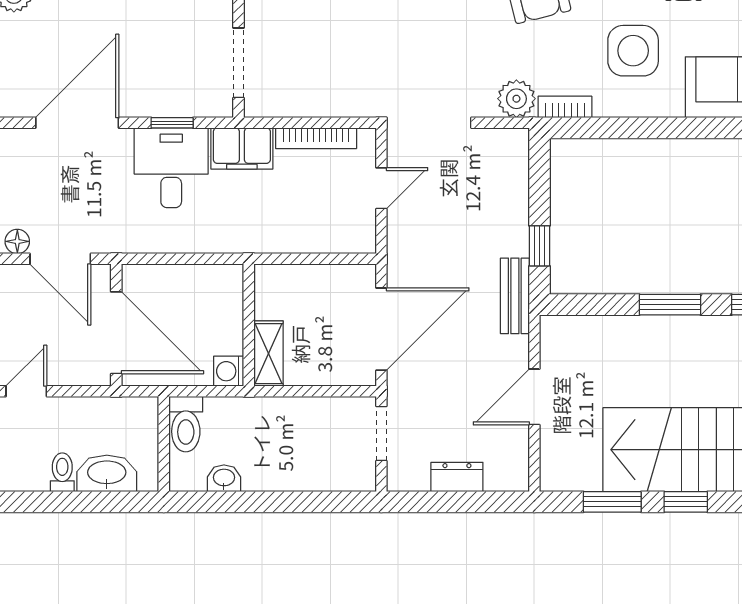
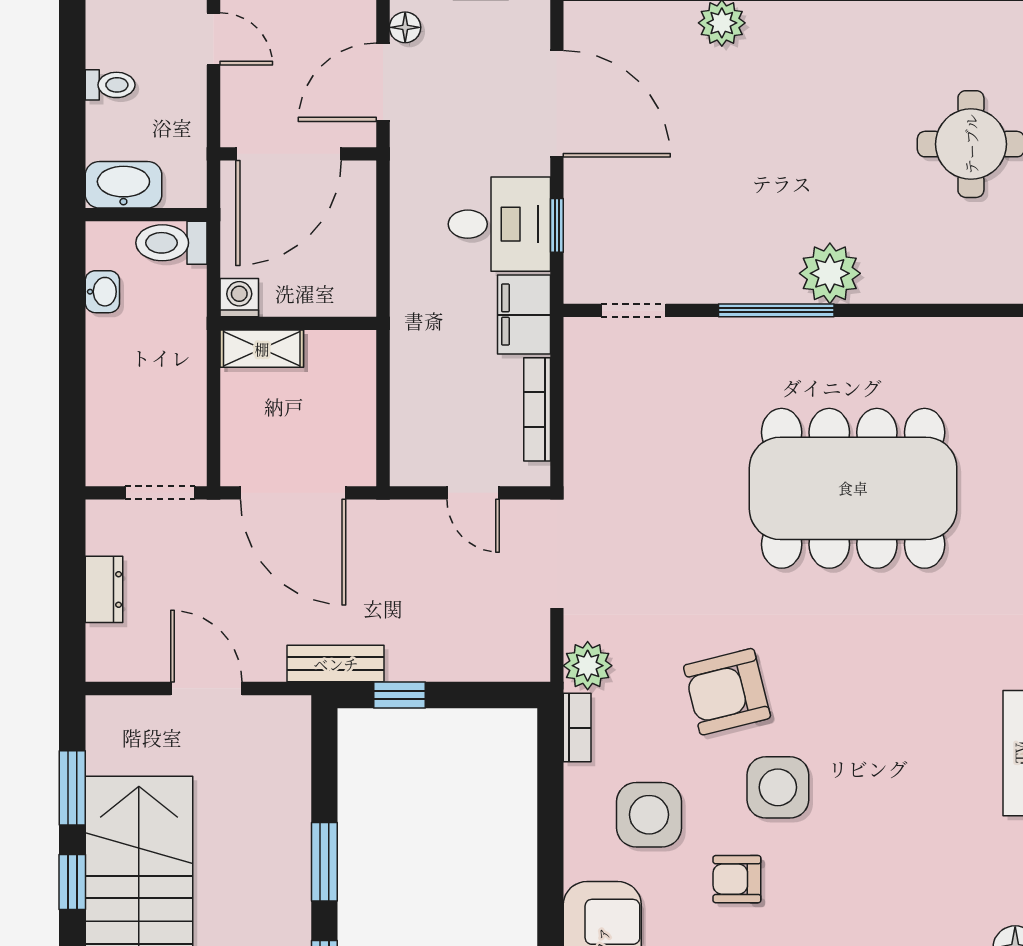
doorway: (239, 63) -> (633, 310), width x0.73
washbasin: (107, 473) -> (123, 185), moved, turned -90

